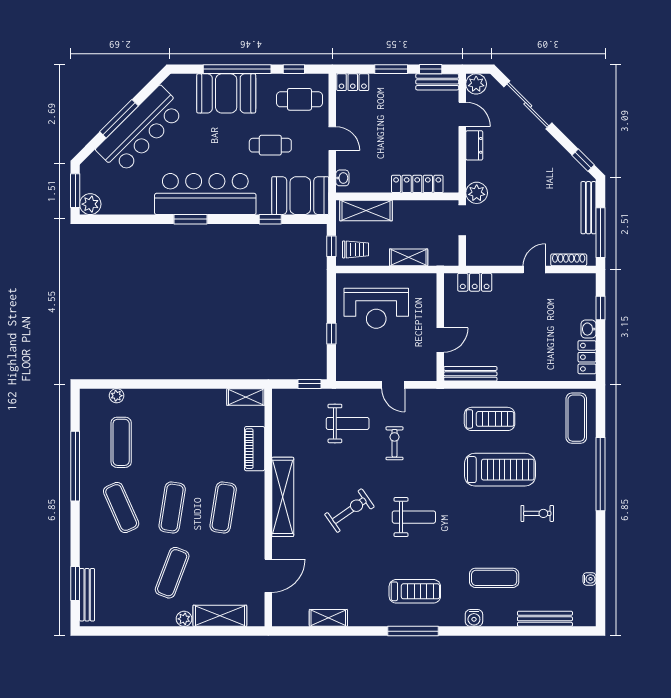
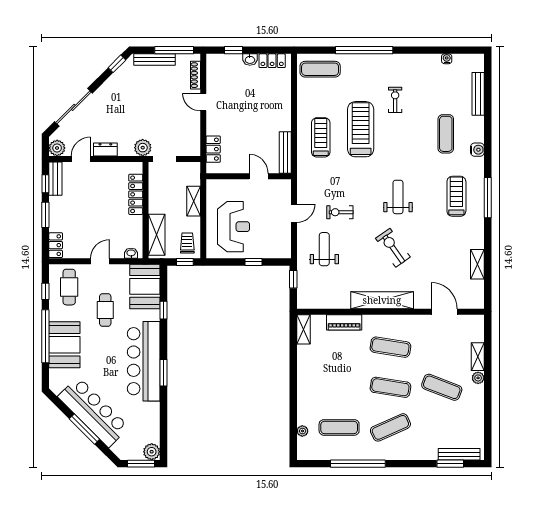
shelving: (220, 616) -> (478, 357), width x0.67, depth x0.75

